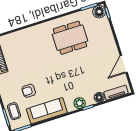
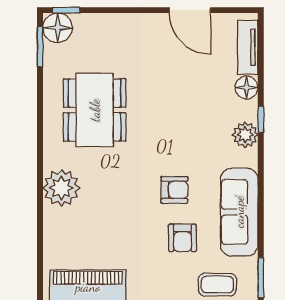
plant: (34, 34) -> (61, 188), added
armchair: (47, 81) -> (174, 190), added

